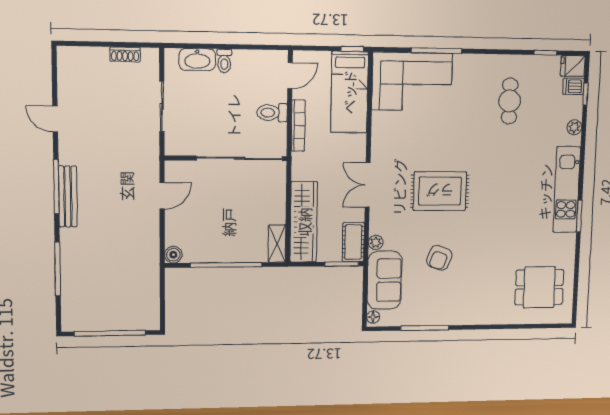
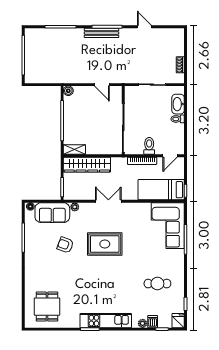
door: (290, 76) -> (170, 156), hinge flipped
dishwasher: (573, 86) -> (153, 322), moved
door: (55, 119) -> (144, 27), hinge flipped
rug: (440, 191) -> (105, 244), turned 90
cot: (353, 242) -> (75, 194), removed

